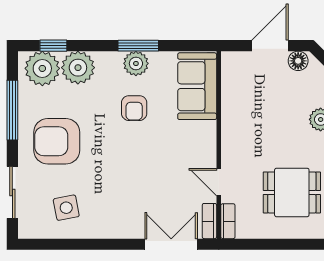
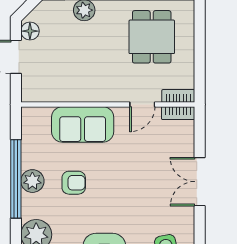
window: (138, 46) -> (16, 179), width x2.11
sofa: (197, 86) -> (83, 124), moved
double door: (171, 244) -> (200, 182), moved

